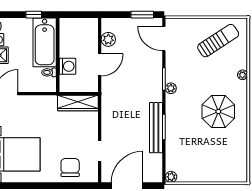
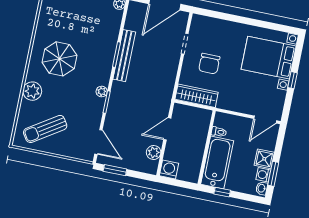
washing machine: (67, 66) -> (169, 169), moved, turned 90
plant: (243, 75) -> (32, 91), width x1.88, depth x1.88
chair: (70, 167) -> (209, 64), moved

